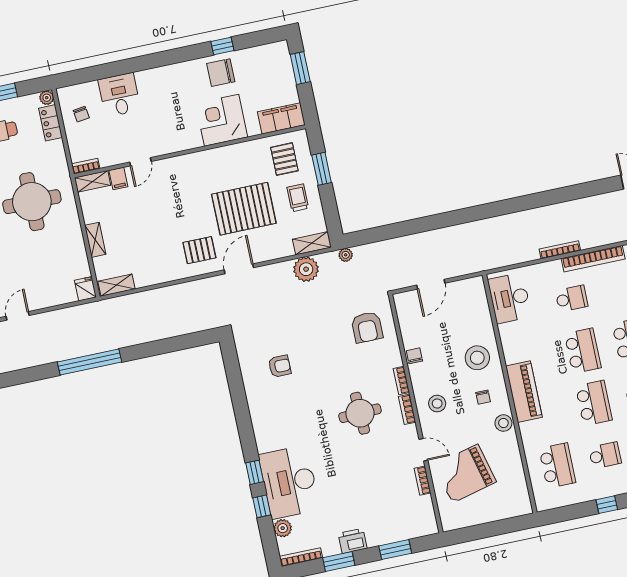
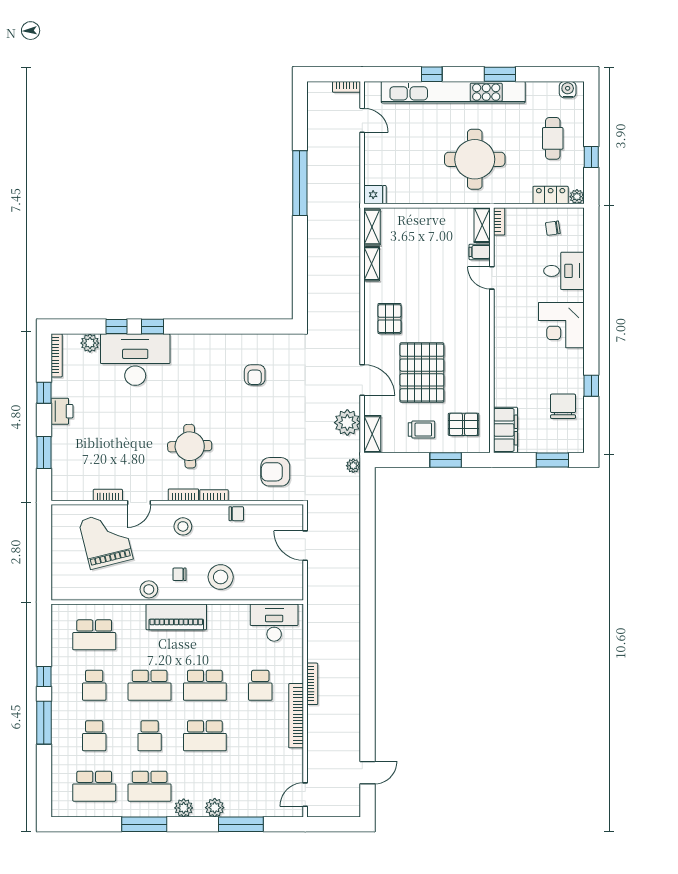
chair: (221, 73) -> (563, 406), moved
corner desk: (222, 120) -> (561, 325), moved, turned 180
shelving: (95, 240) -> (372, 264), moved, turned 90
door: (239, 269) -> (362, 380), moved
window: (339, 562) -> (44, 393), width x0.67

